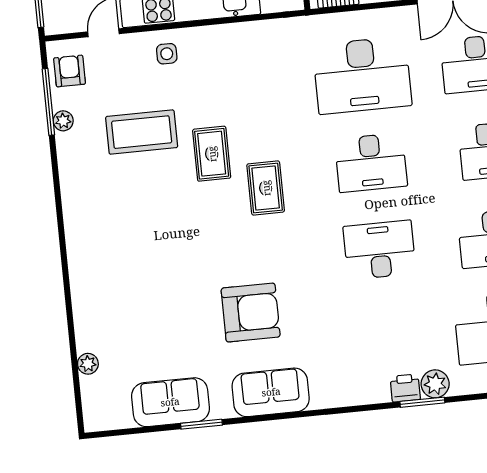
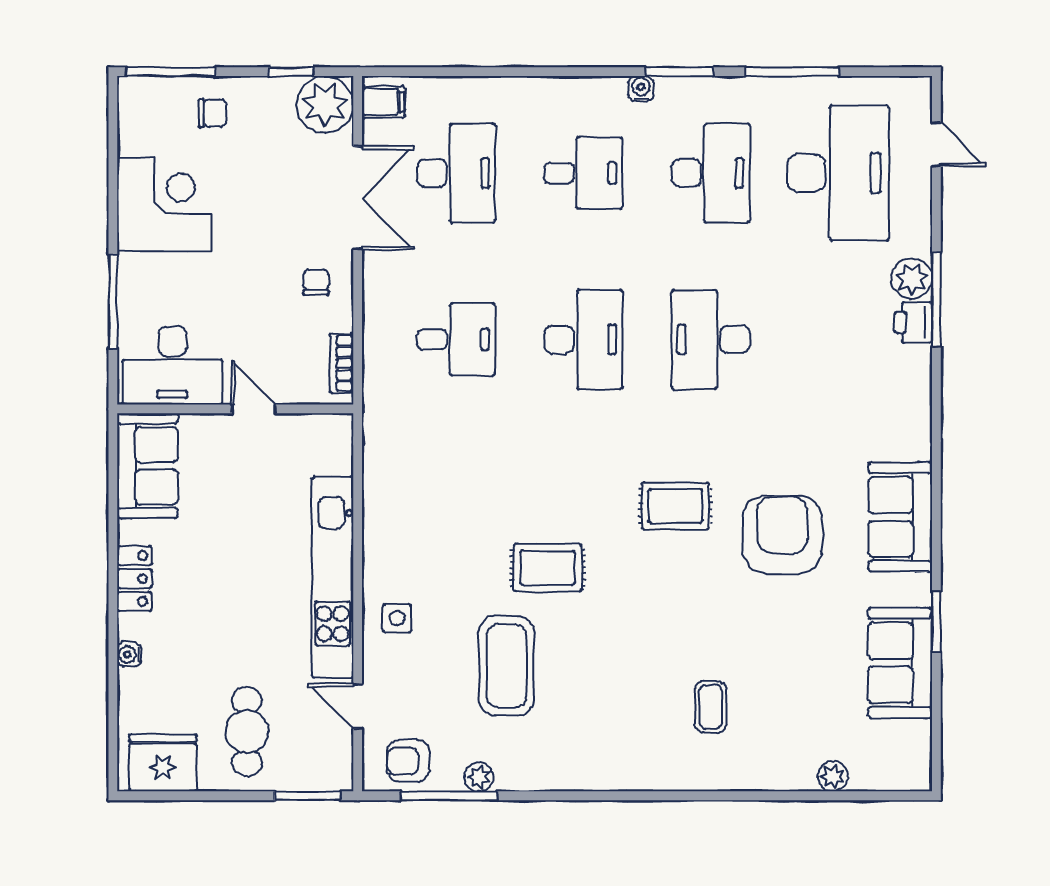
desk: (362, 75) -> (456, 339), width x0.53, depth x0.77
rug: (266, 188) -> (675, 506), moved
coffee table: (127, 275) -> (711, 707), added
window: (422, 402) -> (936, 300), width x1.44

